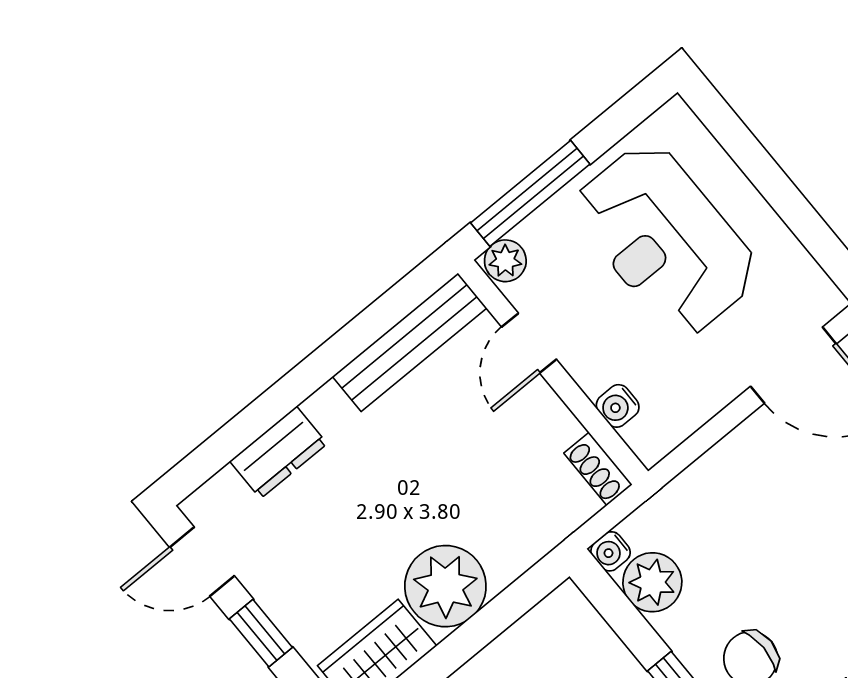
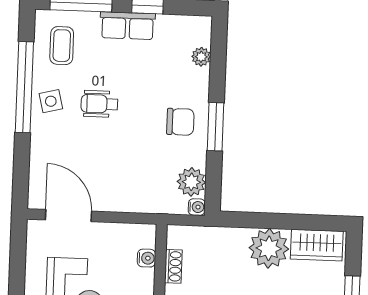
shoe rack: (598, 469) -> (173, 266), moved

